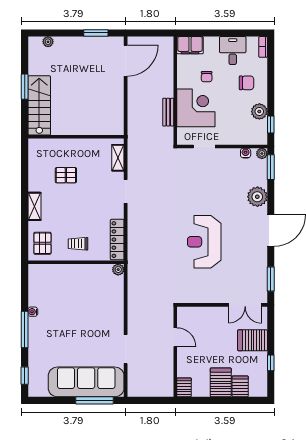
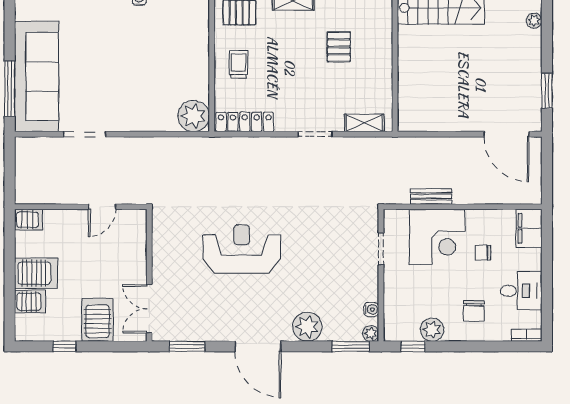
plant: (118, 270) -> (194, 116), width x1.87, depth x1.87

